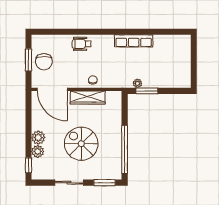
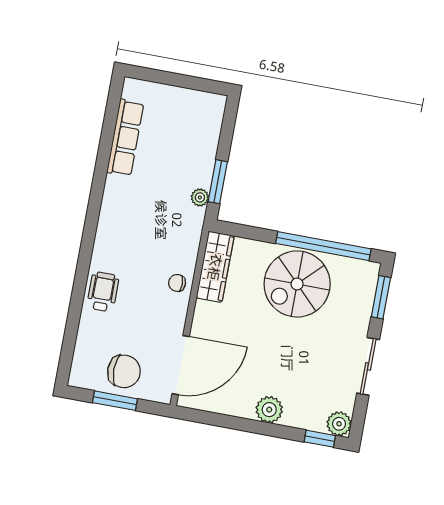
row of seats: (134, 41) -> (125, 138), moved
wheelchair: (82, 44) -> (103, 292), turned 180
wardrobe: (88, 97) -> (215, 267), moved
spiral stairs: (81, 144) -> (297, 284), moved
plant: (38, 151) -> (339, 424), moved

